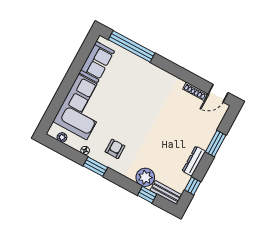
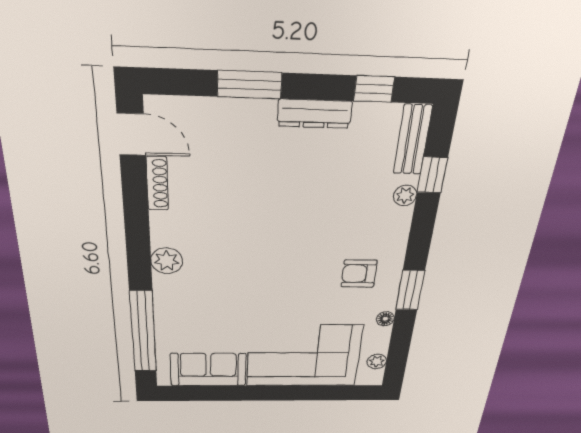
plant: (161, 76) -> (167, 261), added
plant: (145, 177) -> (405, 195), width x0.53, depth x0.53

